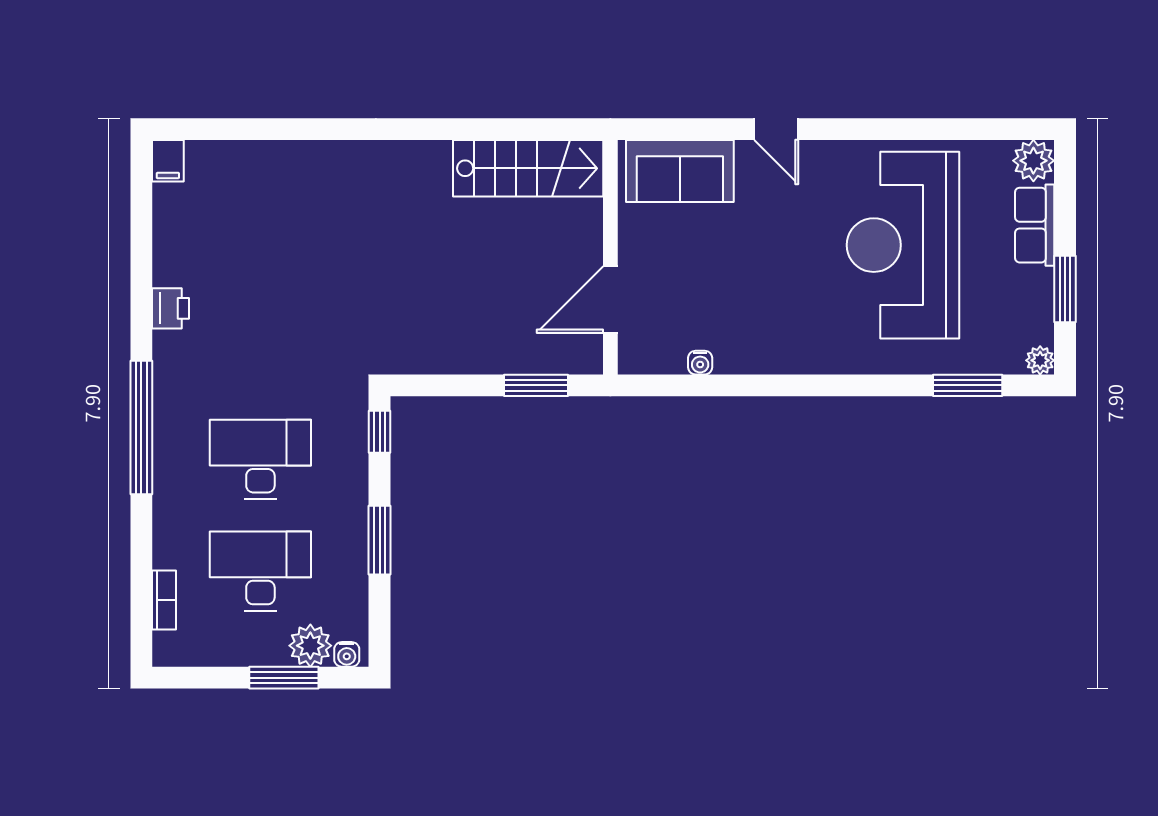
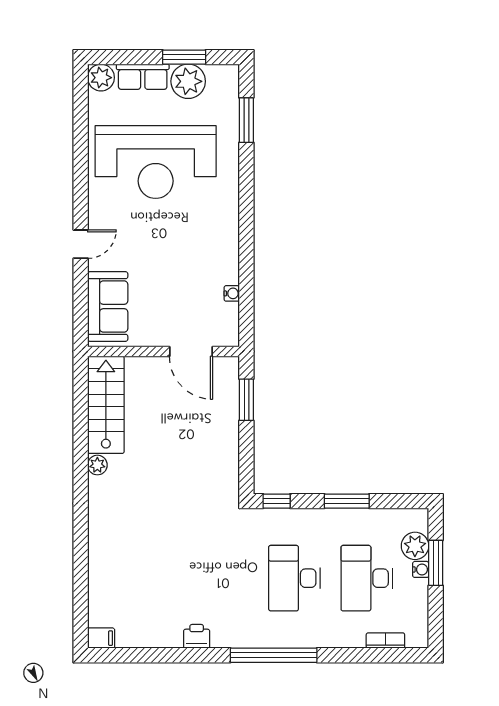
plant: (435, 155) -> (97, 465), added
plant: (1040, 360) -> (188, 81), moved, width x1.88, depth x1.88
water cooler: (347, 654) -> (421, 569), moved

